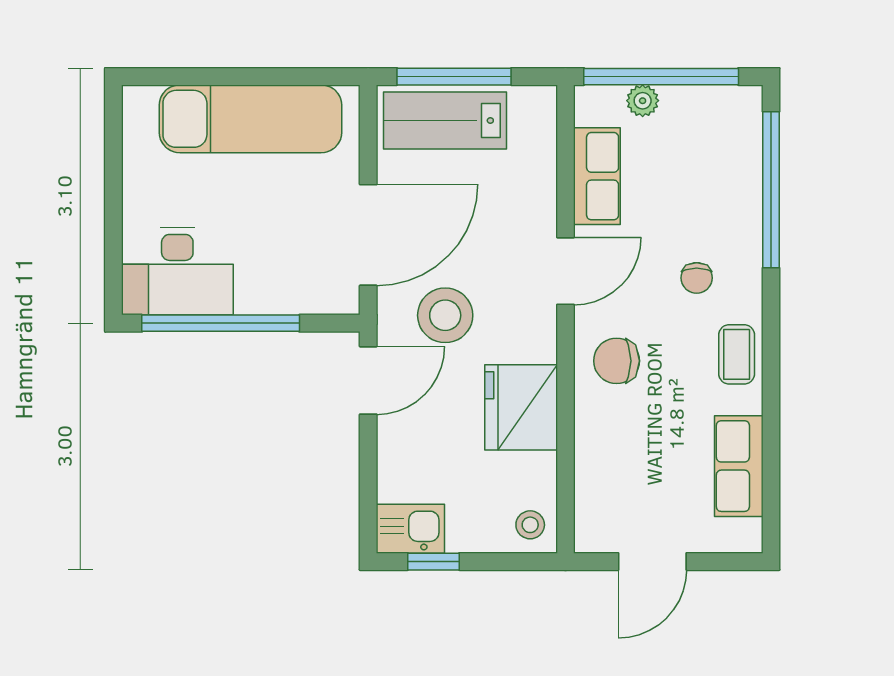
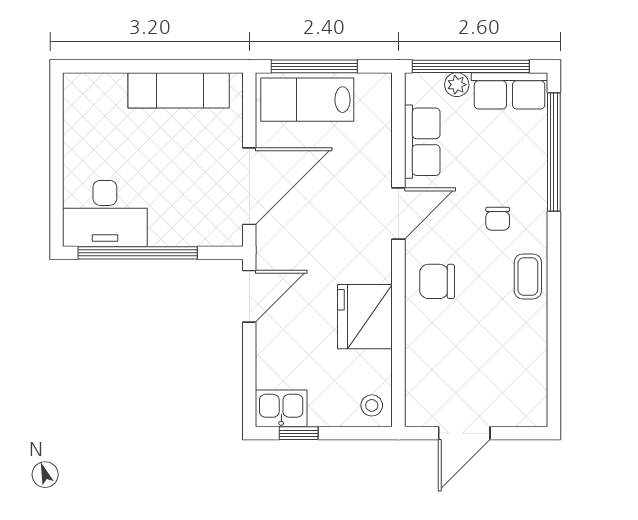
exam couch: (251, 119) -> (179, 90), width x0.73, depth x0.69
stool: (445, 315) -> (307, 247), removed
row of seats: (739, 466) -> (509, 91), moved, turned -90

